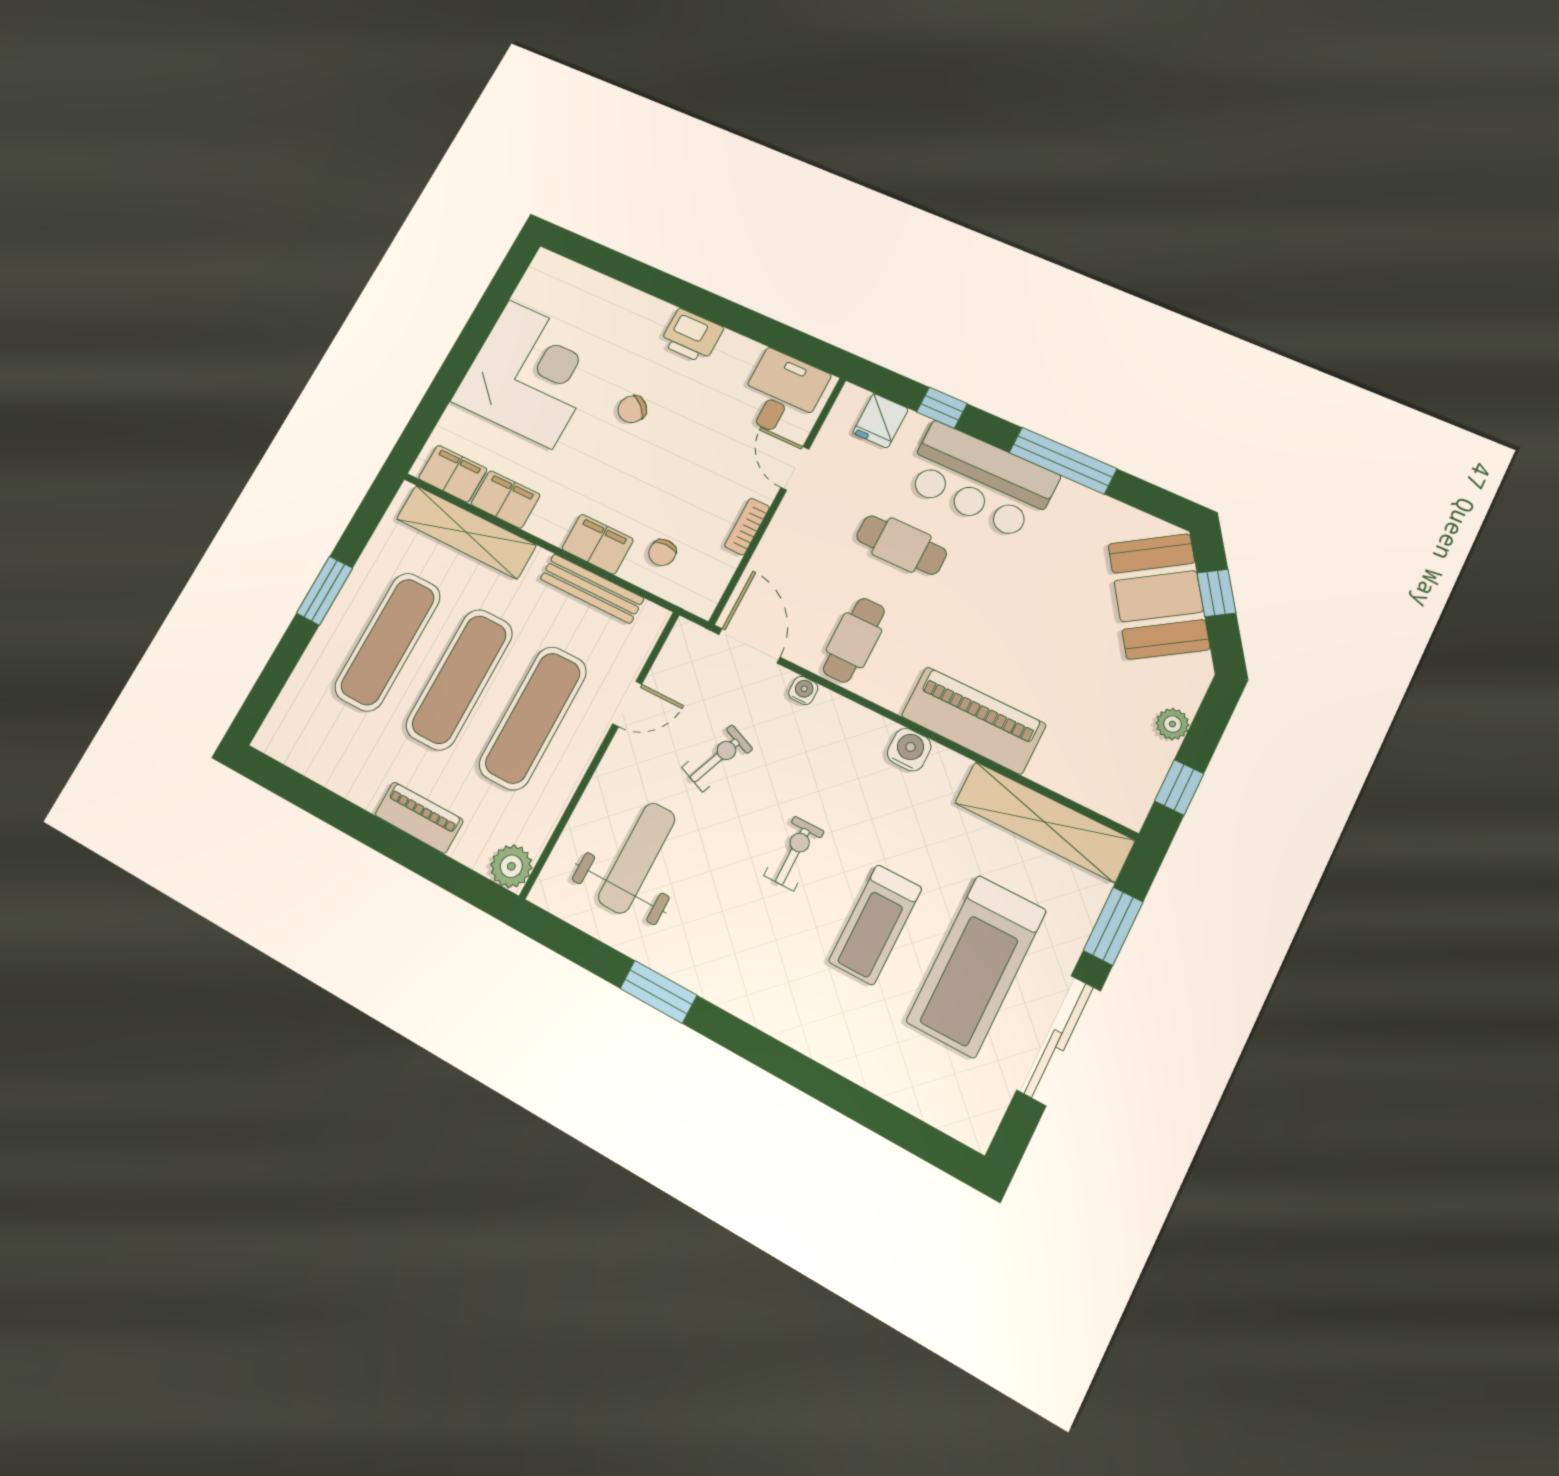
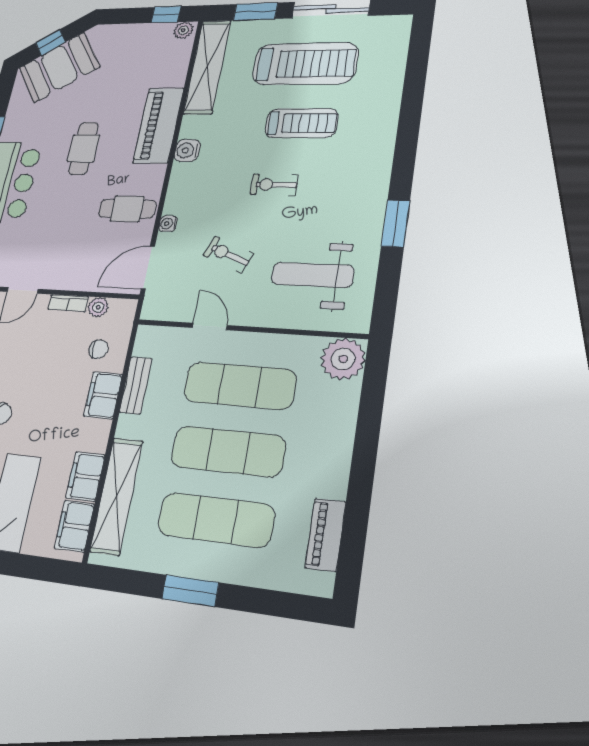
cafe table: (901, 545) -> (83, 148), moved
plant: (722, 565) -> (98, 307), added
bench: (592, 589) -> (136, 385), width x0.73
plant: (1172, 724) -> (183, 30), moved
piano: (419, 818) -> (326, 535), moved
plant: (511, 866) -> (343, 359), width x1.36, depth x1.36

